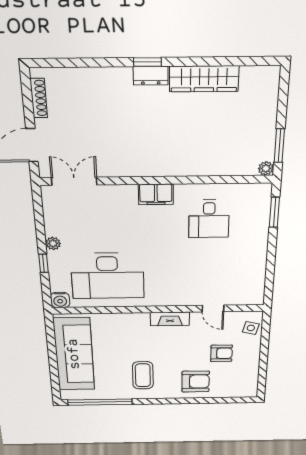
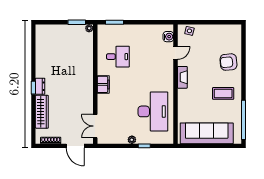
wardrobe: (204, 79) -> (42, 112), moved
water cooler: (60, 300) -> (168, 37), moved
armchair: (221, 353) -> (208, 47), removed
armchair: (196, 382) -> (228, 62), turned -95

